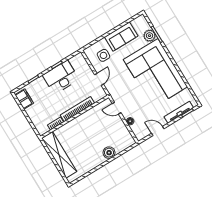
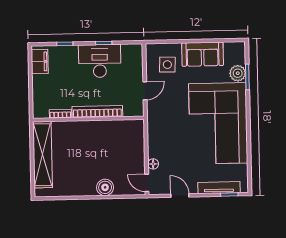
door: (117, 108) -> (147, 183), moved

